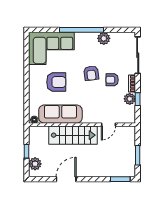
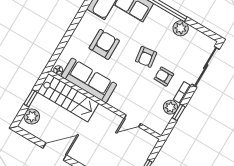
armchair: (56, 82) -> (104, 44), turned -90
stairs: (73, 135) -> (68, 98), moved

